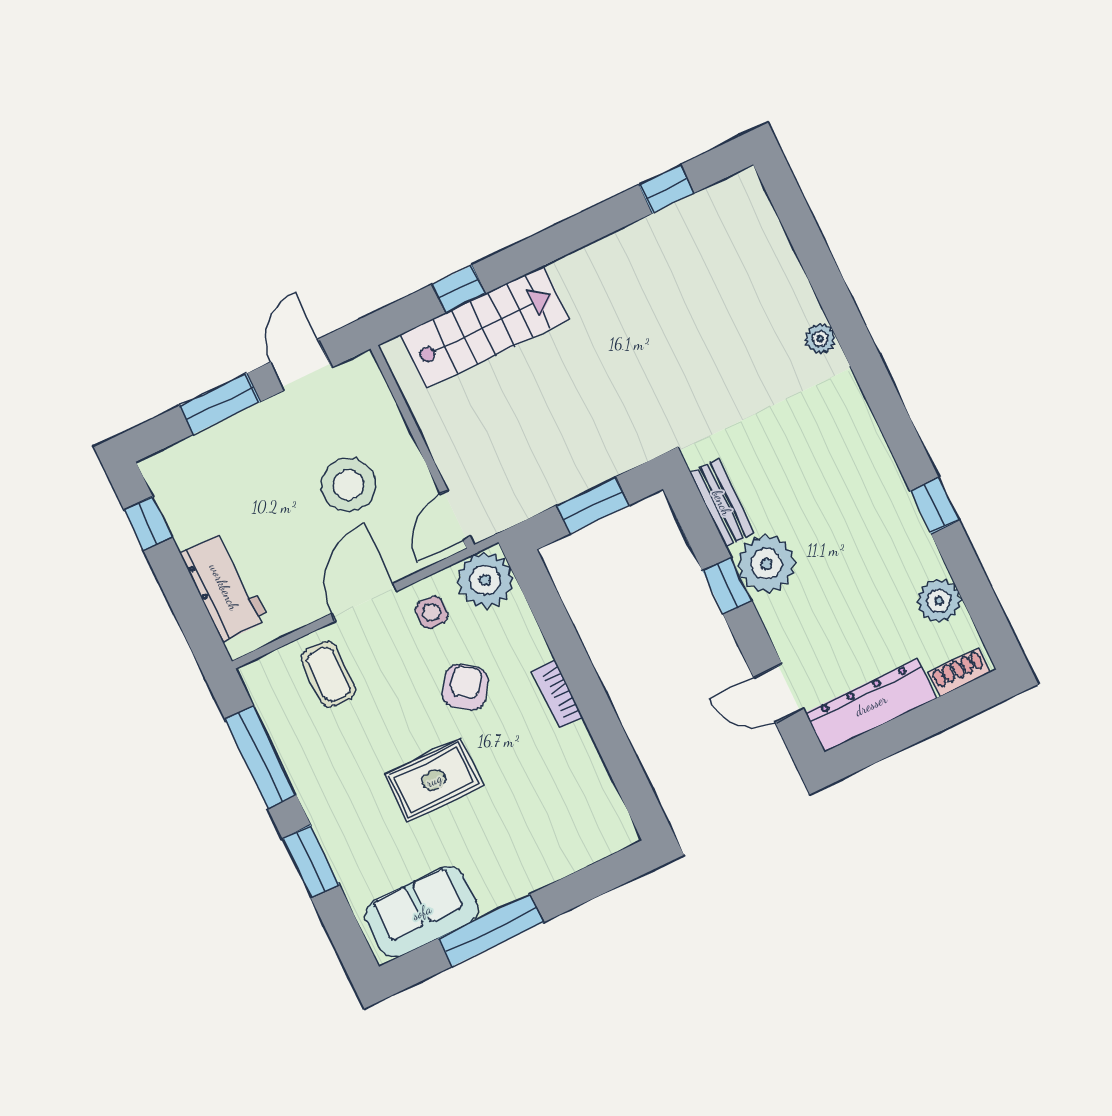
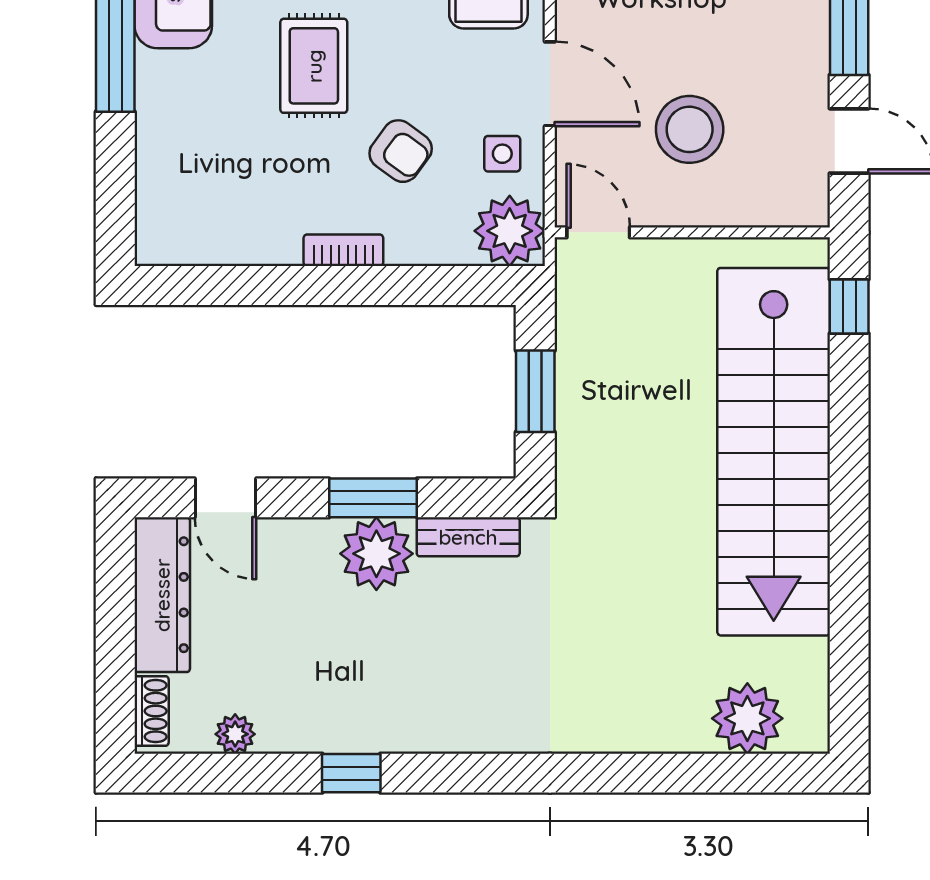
window: (666, 189) -> (849, 643), removed
window: (459, 289) -> (849, 306), moved
stairs: (485, 327) -> (774, 452), width x1.86, depth x1.51
plant: (820, 339) -> (747, 718), moved, width x1.87, depth x1.87
window: (727, 586) -> (373, 498), width x1.50
plant: (939, 601) -> (235, 734), width x0.73, depth x0.73
door: (779, 693) -> (226, 498), swing flipped

